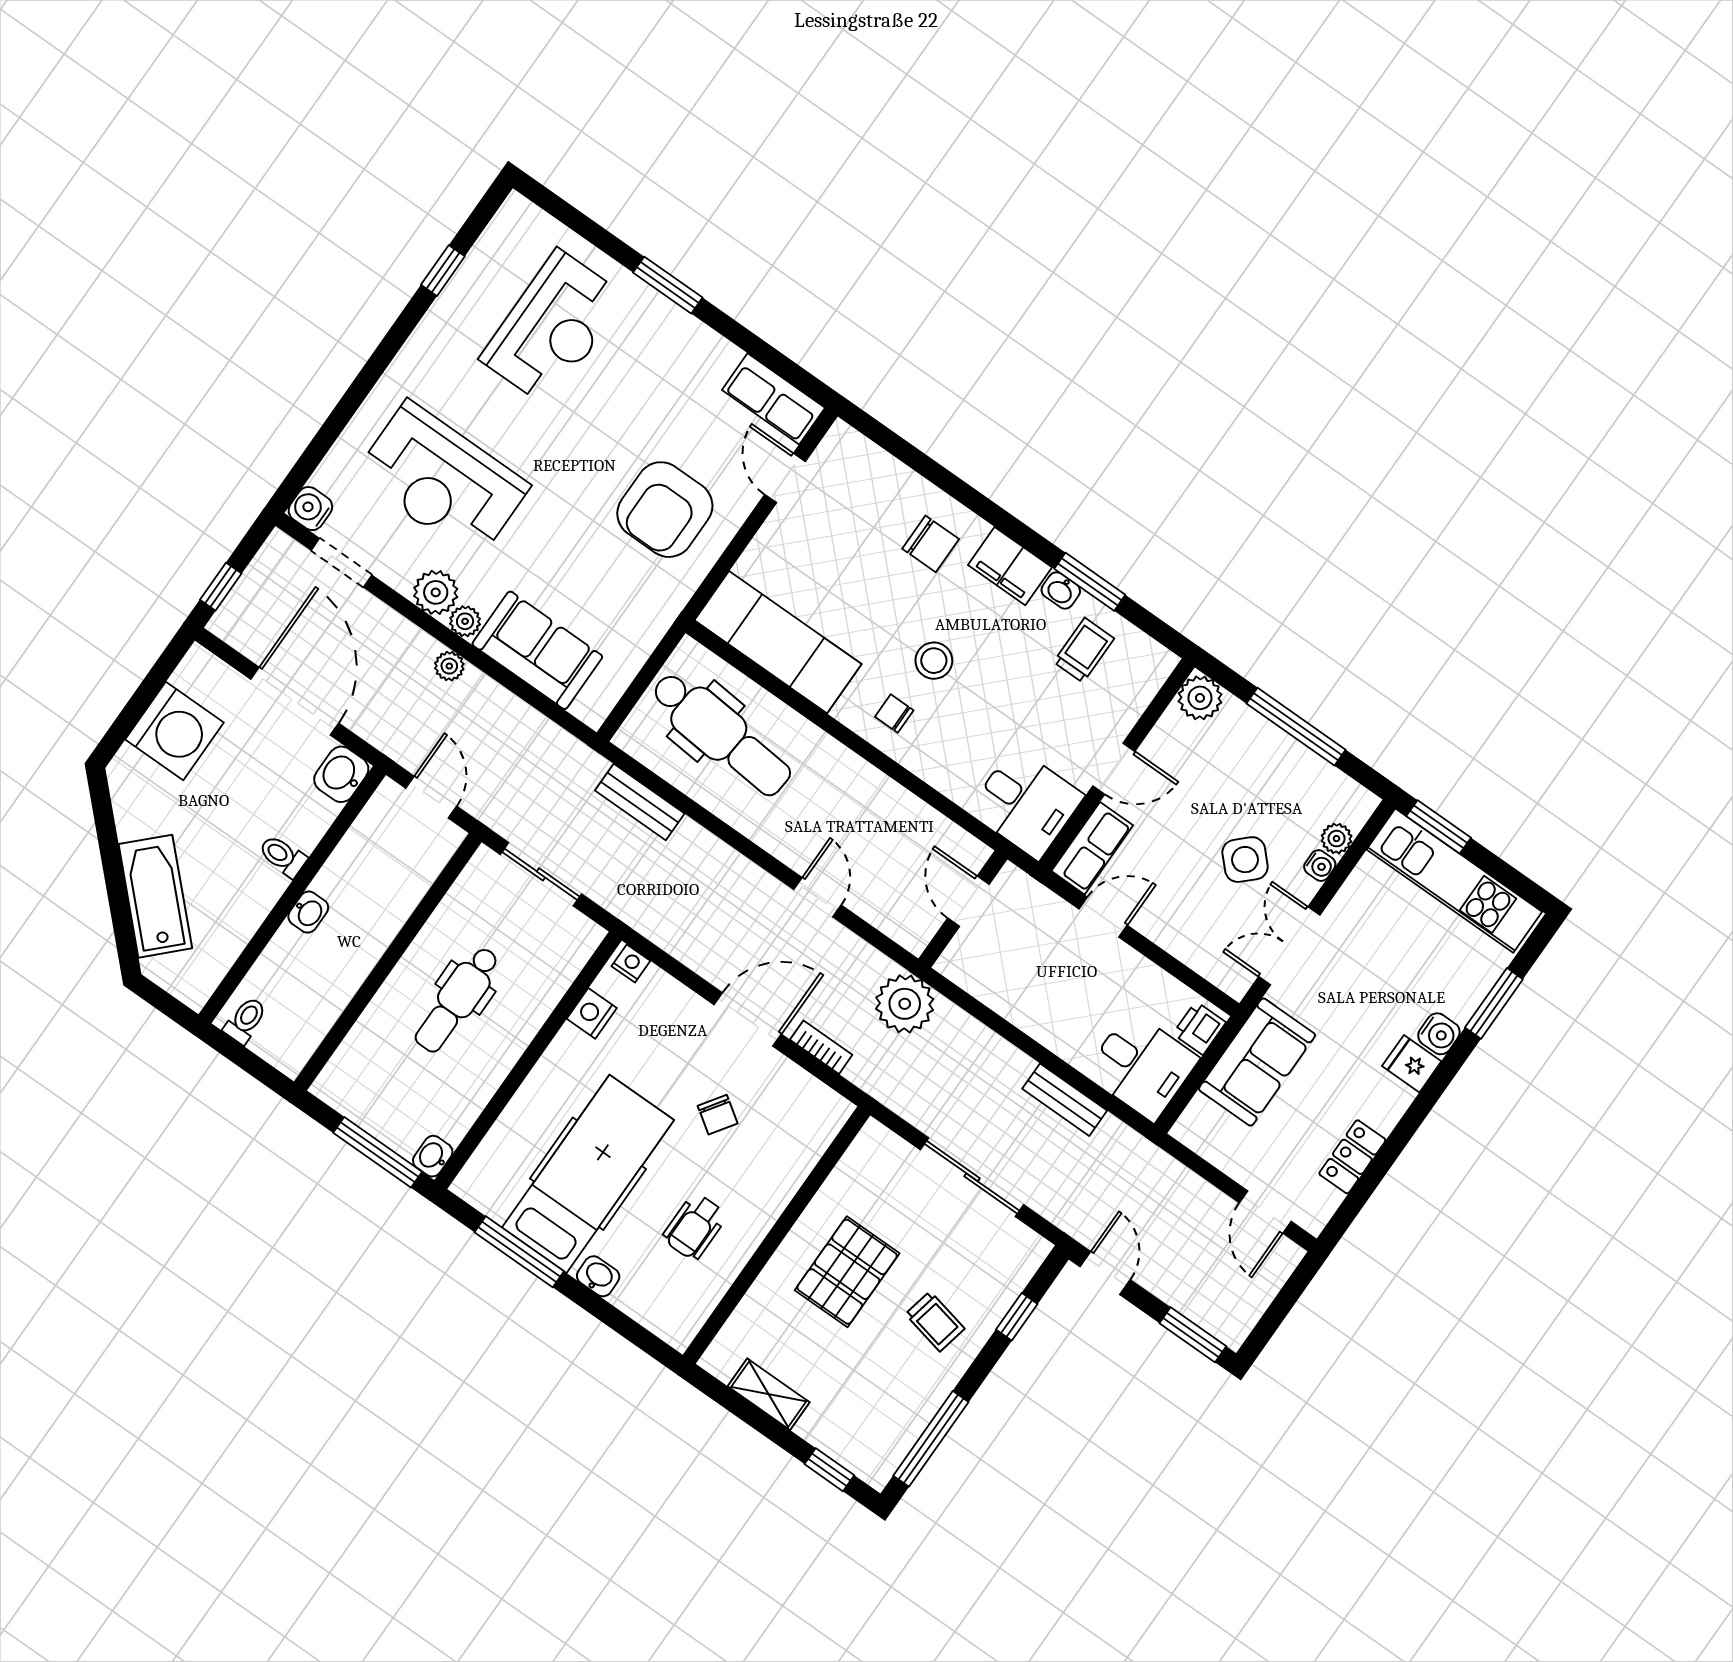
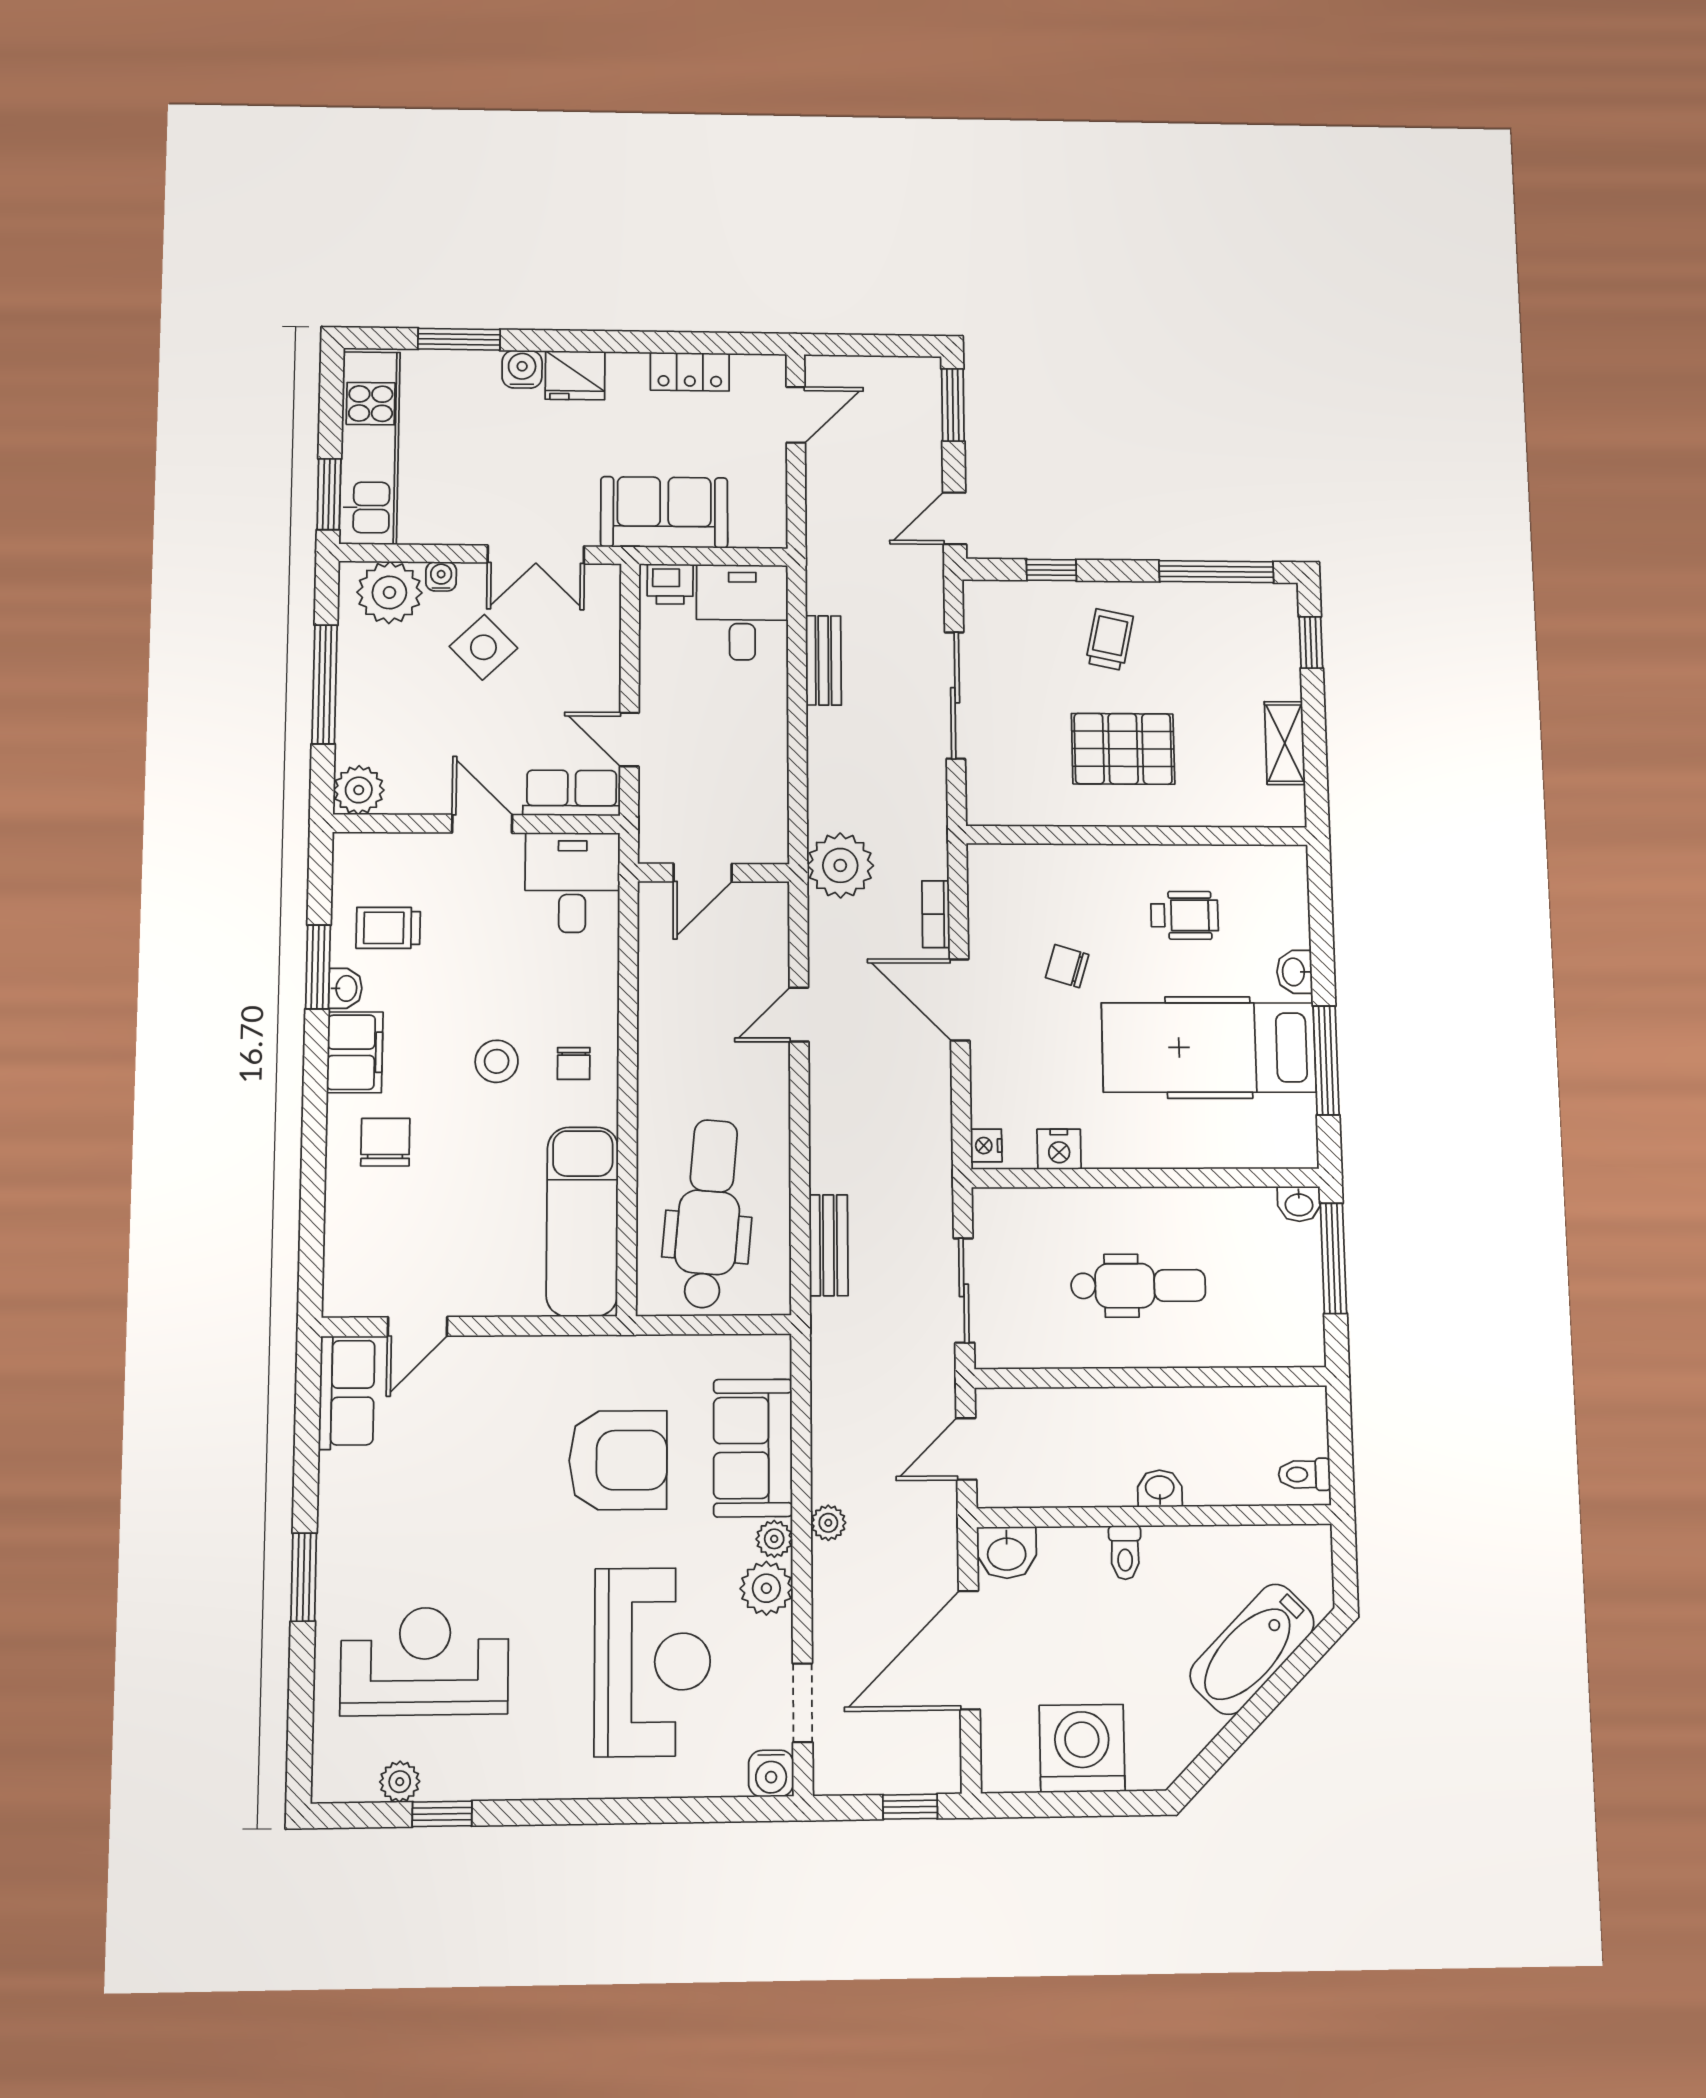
plant: (485, 257) -> (400, 1782), added
armchair: (665, 510) -> (618, 1460), moved
plant: (1337, 839) -> (389, 592), width x1.88, depth x1.88
fridge: (1412, 1064) -> (575, 375), width x1.38
chair: (718, 1115) -> (1067, 966), turned -107

